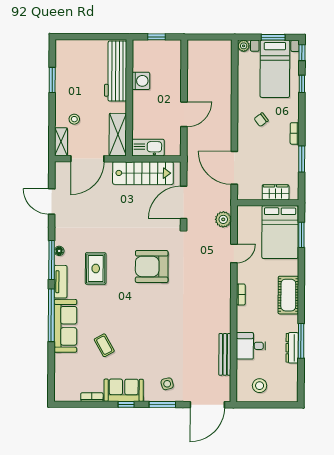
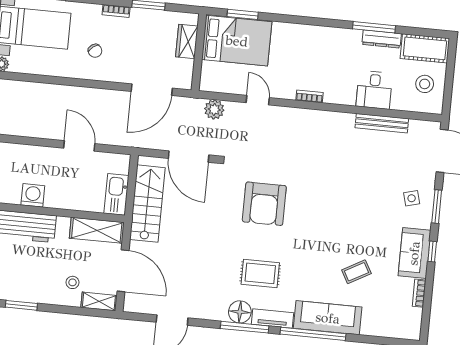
floor lamp: (59, 251) -> (240, 312), width x1.89, depth x1.89
cot: (288, 295) -> (425, 48), moved

